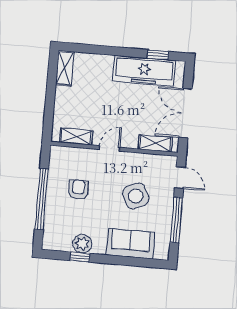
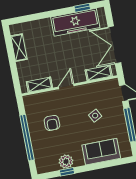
shelving: (65, 68) -> (19, 48), moved
armchair: (78, 190) -> (52, 123), turned 180
side table: (136, 196) -> (95, 116), width x0.54, depth x0.54

